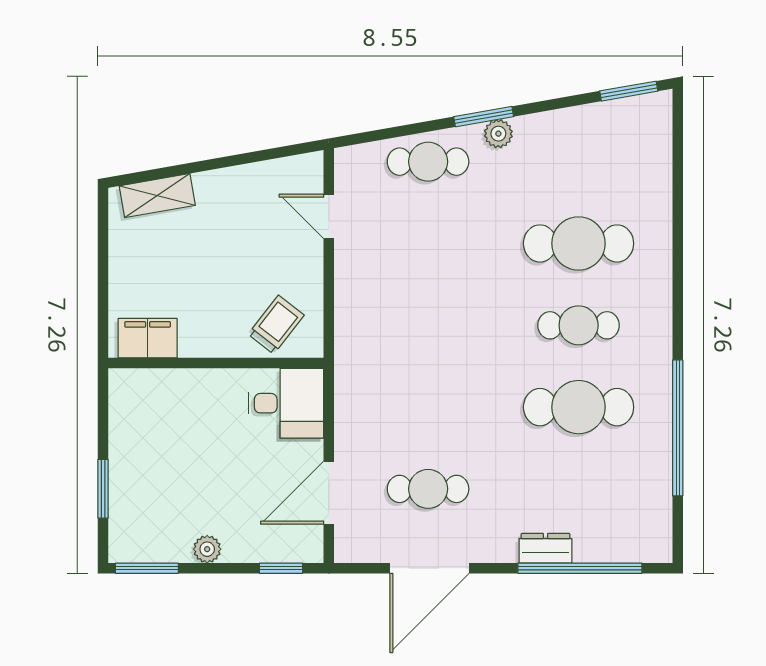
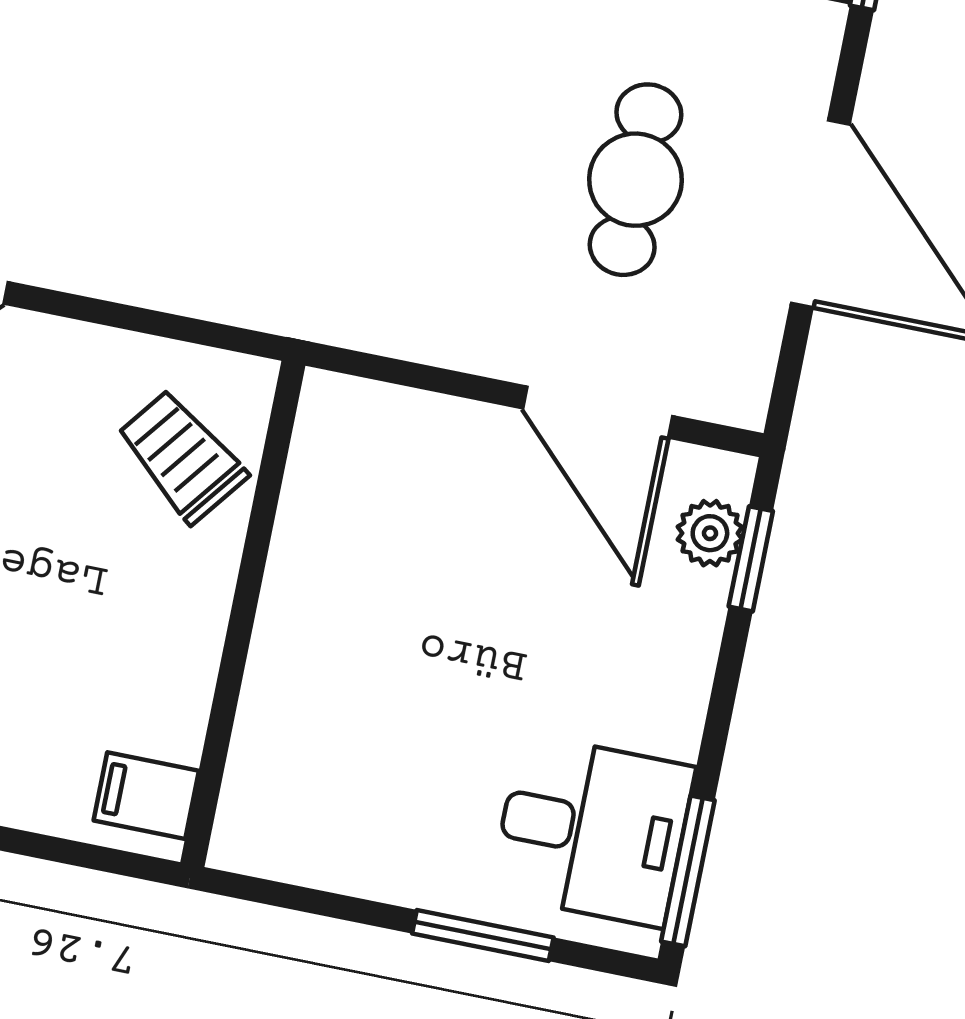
filing cabinet: (148, 338) -> (146, 796), width x0.50
desk: (286, 403) -> (592, 830), moved, turned 90
plant: (207, 549) -> (710, 533), moved

